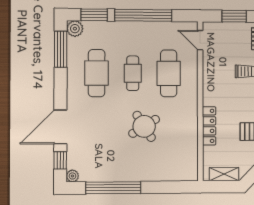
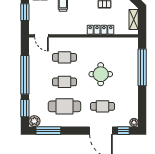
door: (200, 40) -> (42, 36), hinge flipped
cafe table: (169, 73) -> (64, 57), width x0.73, depth x0.74
round table: (144, 126) -> (101, 74), turned 32
cafe table: (96, 129) -> (102, 106), added
window: (113, 188) -> (142, 67), moved

